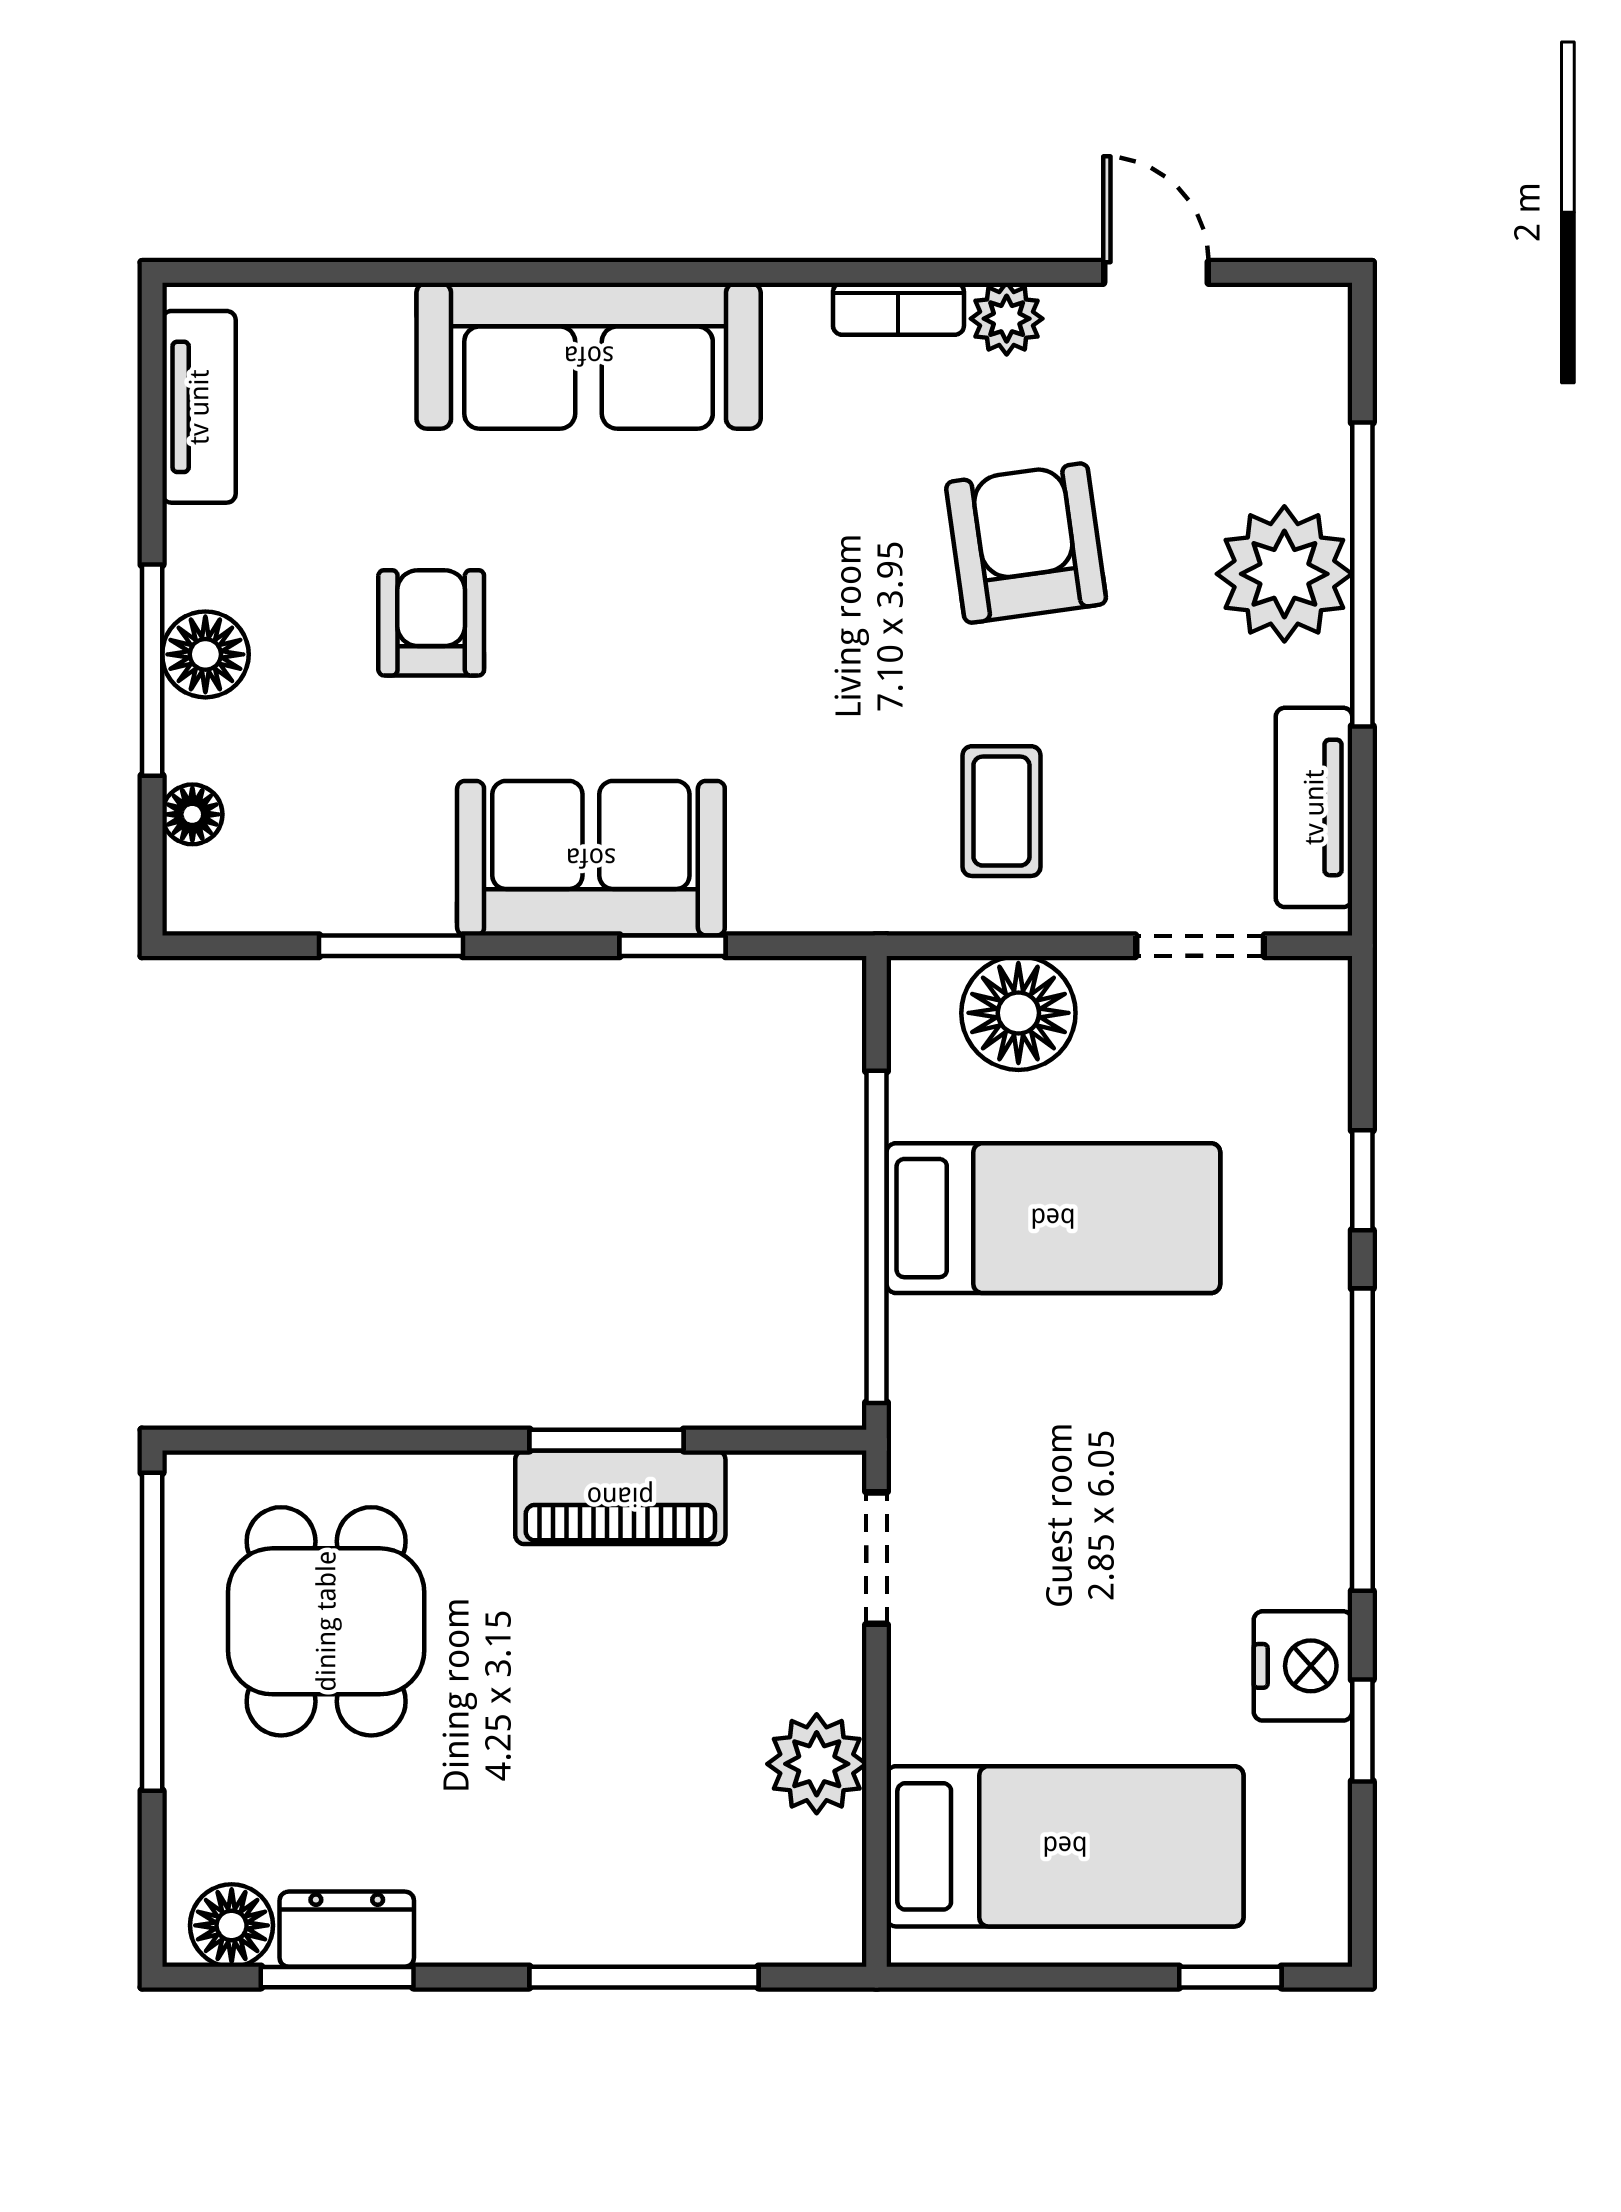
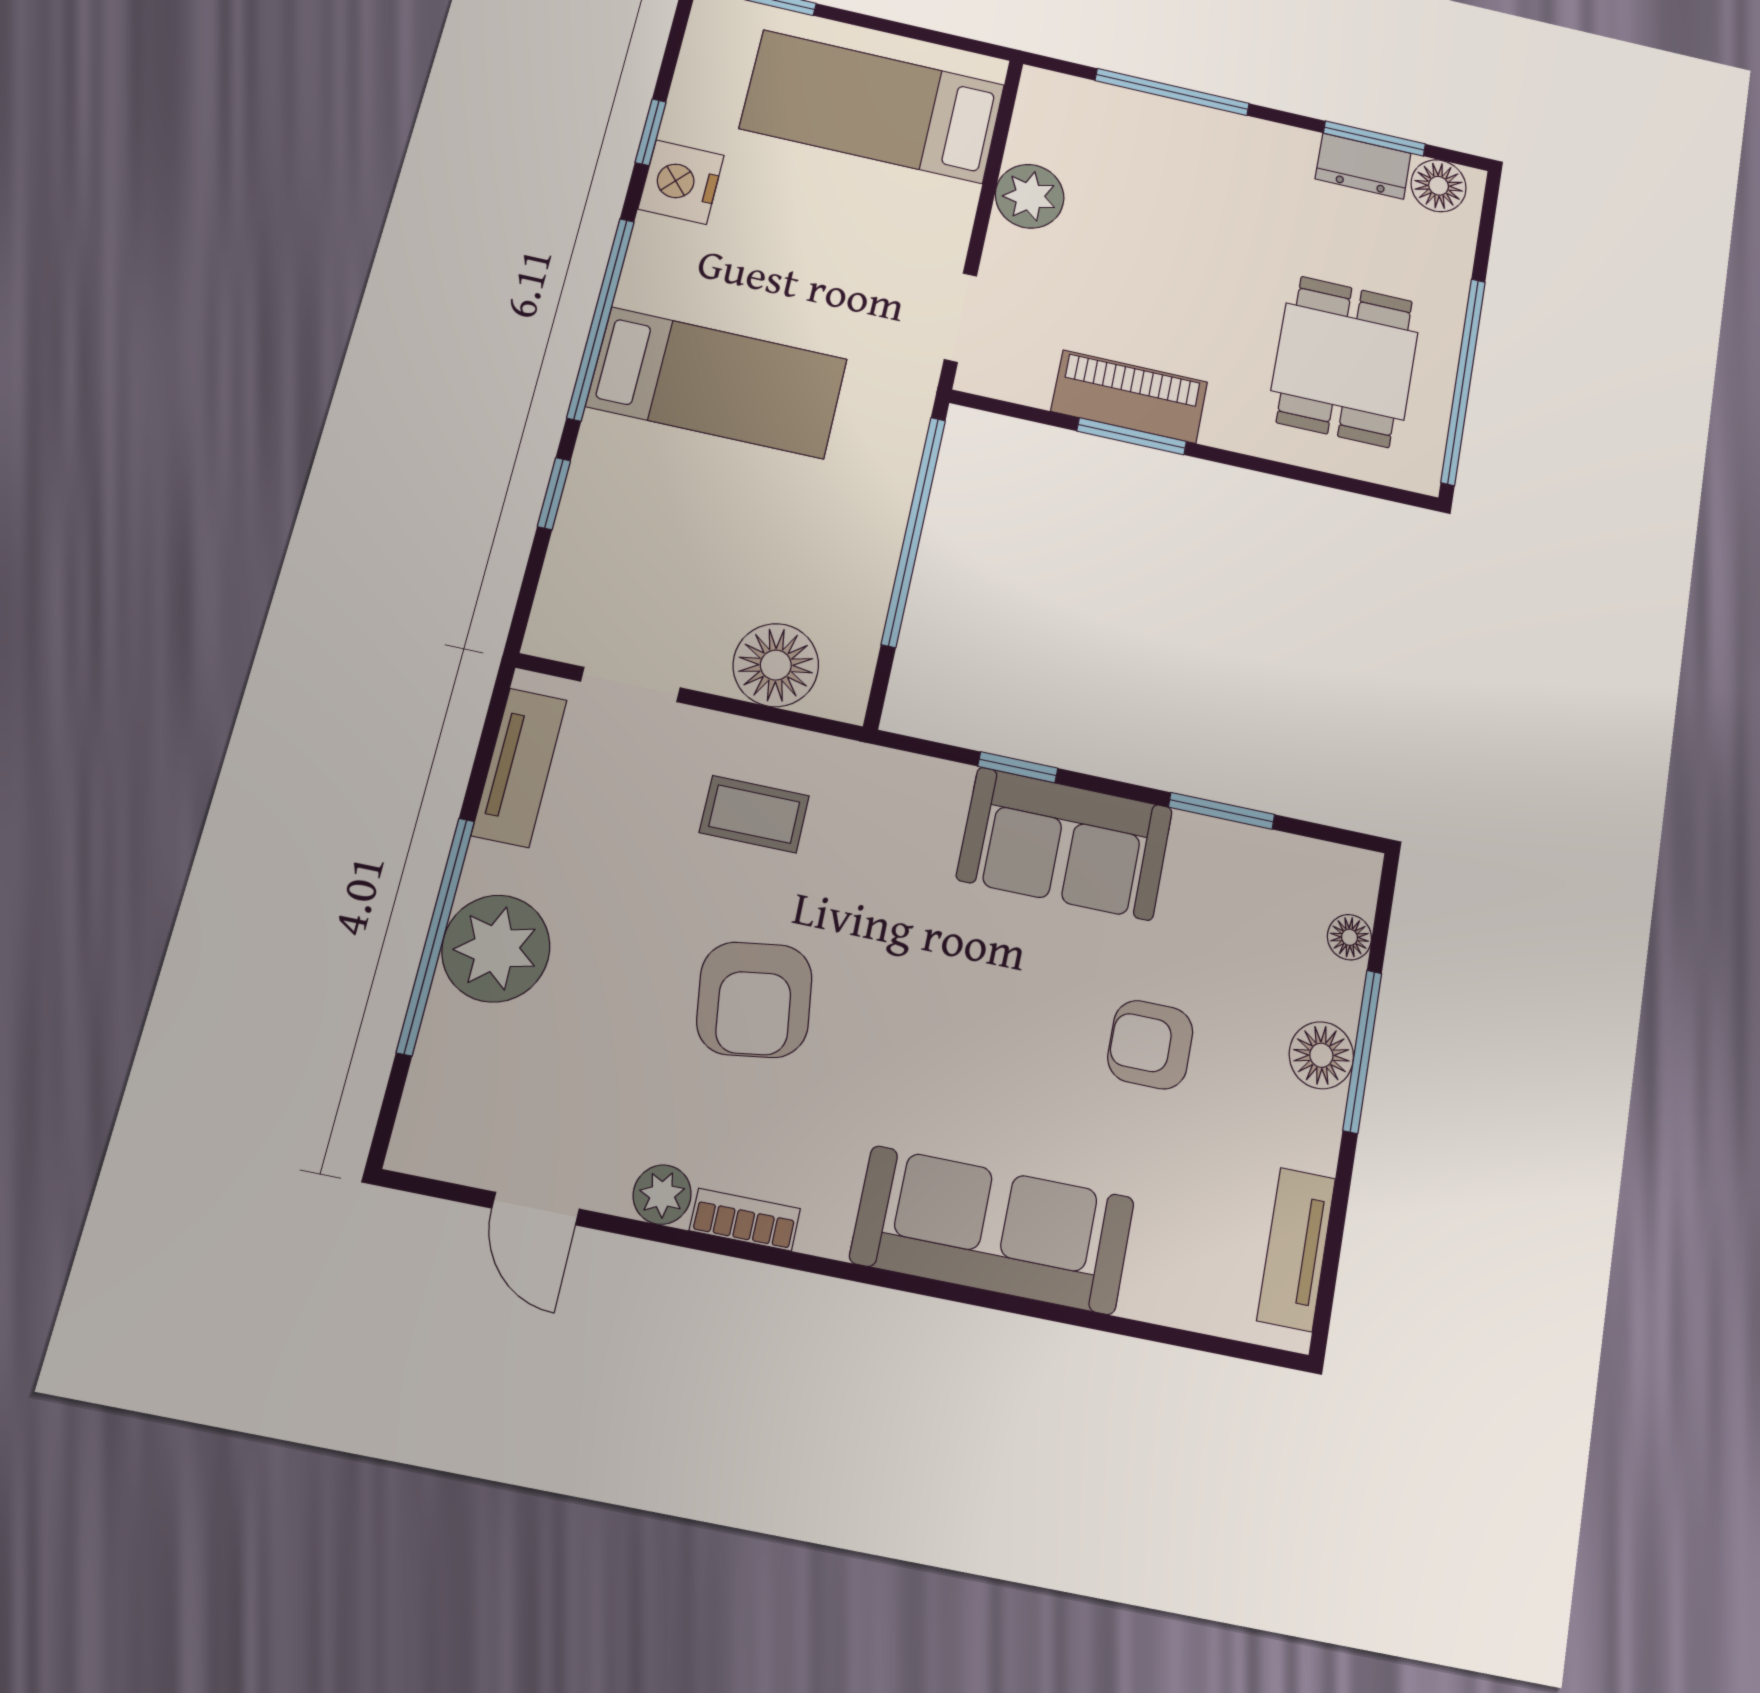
armchair: (1026, 543) -> (754, 1000), moved
armchair: (431, 623) -> (1150, 1045), turned 90
coffee table: (1001, 811) -> (754, 814), turned 90
bed: (1053, 1218) -> (717, 383), moved, turned 180

